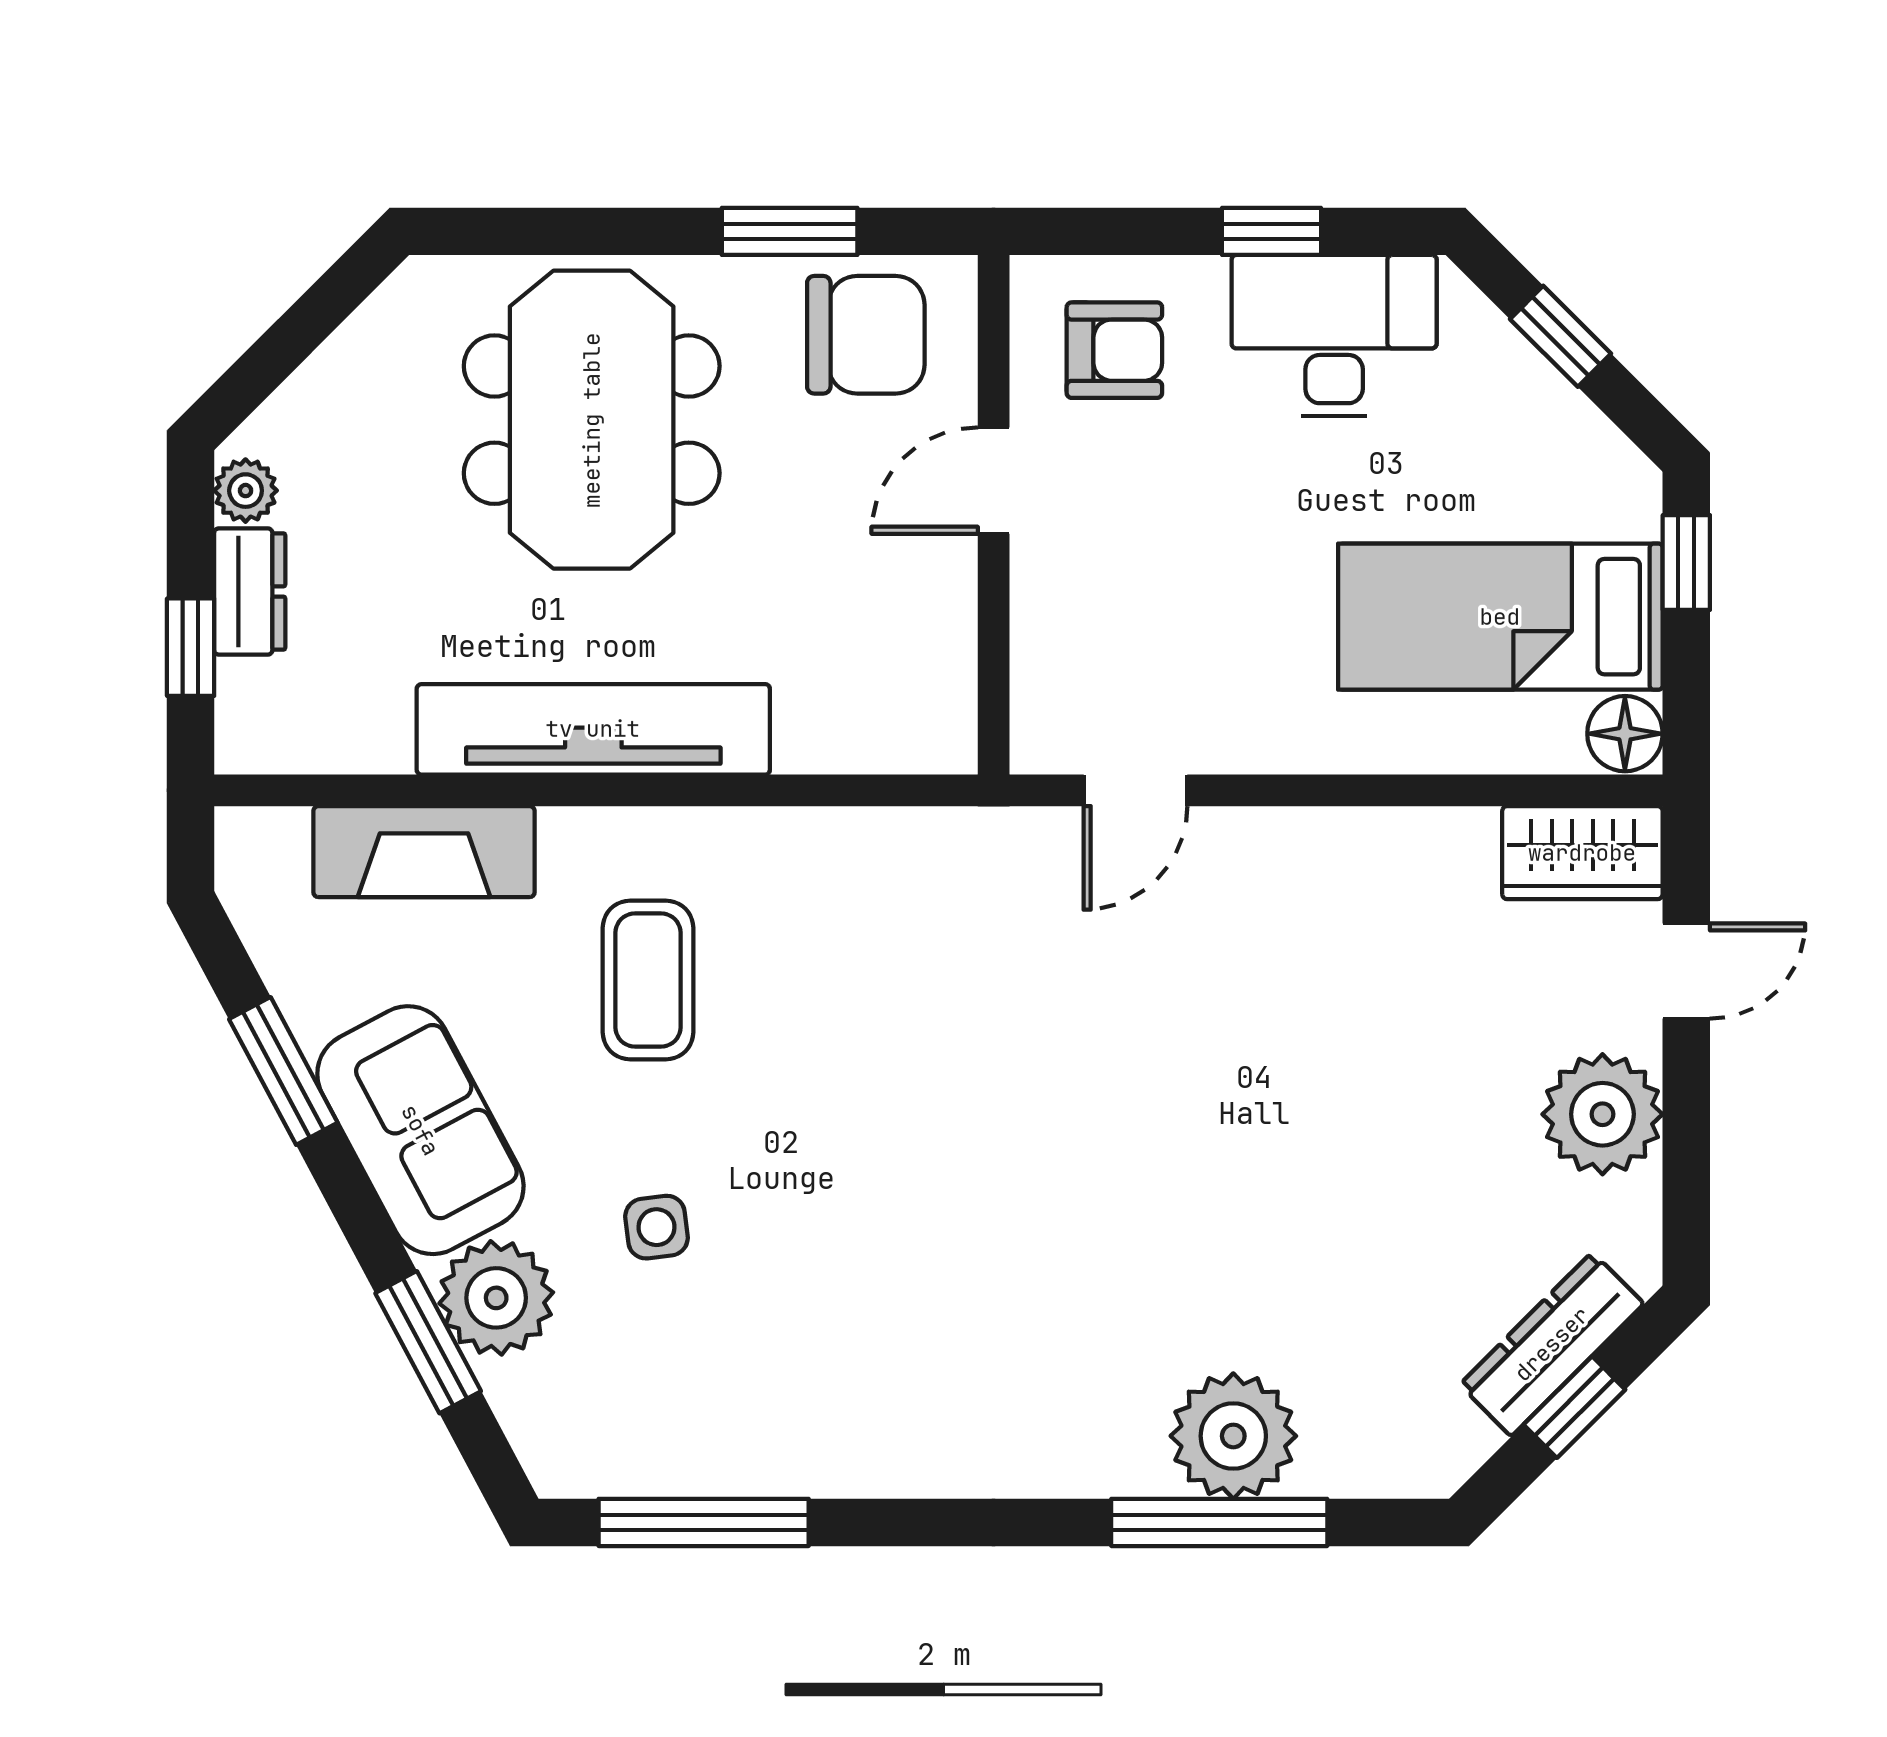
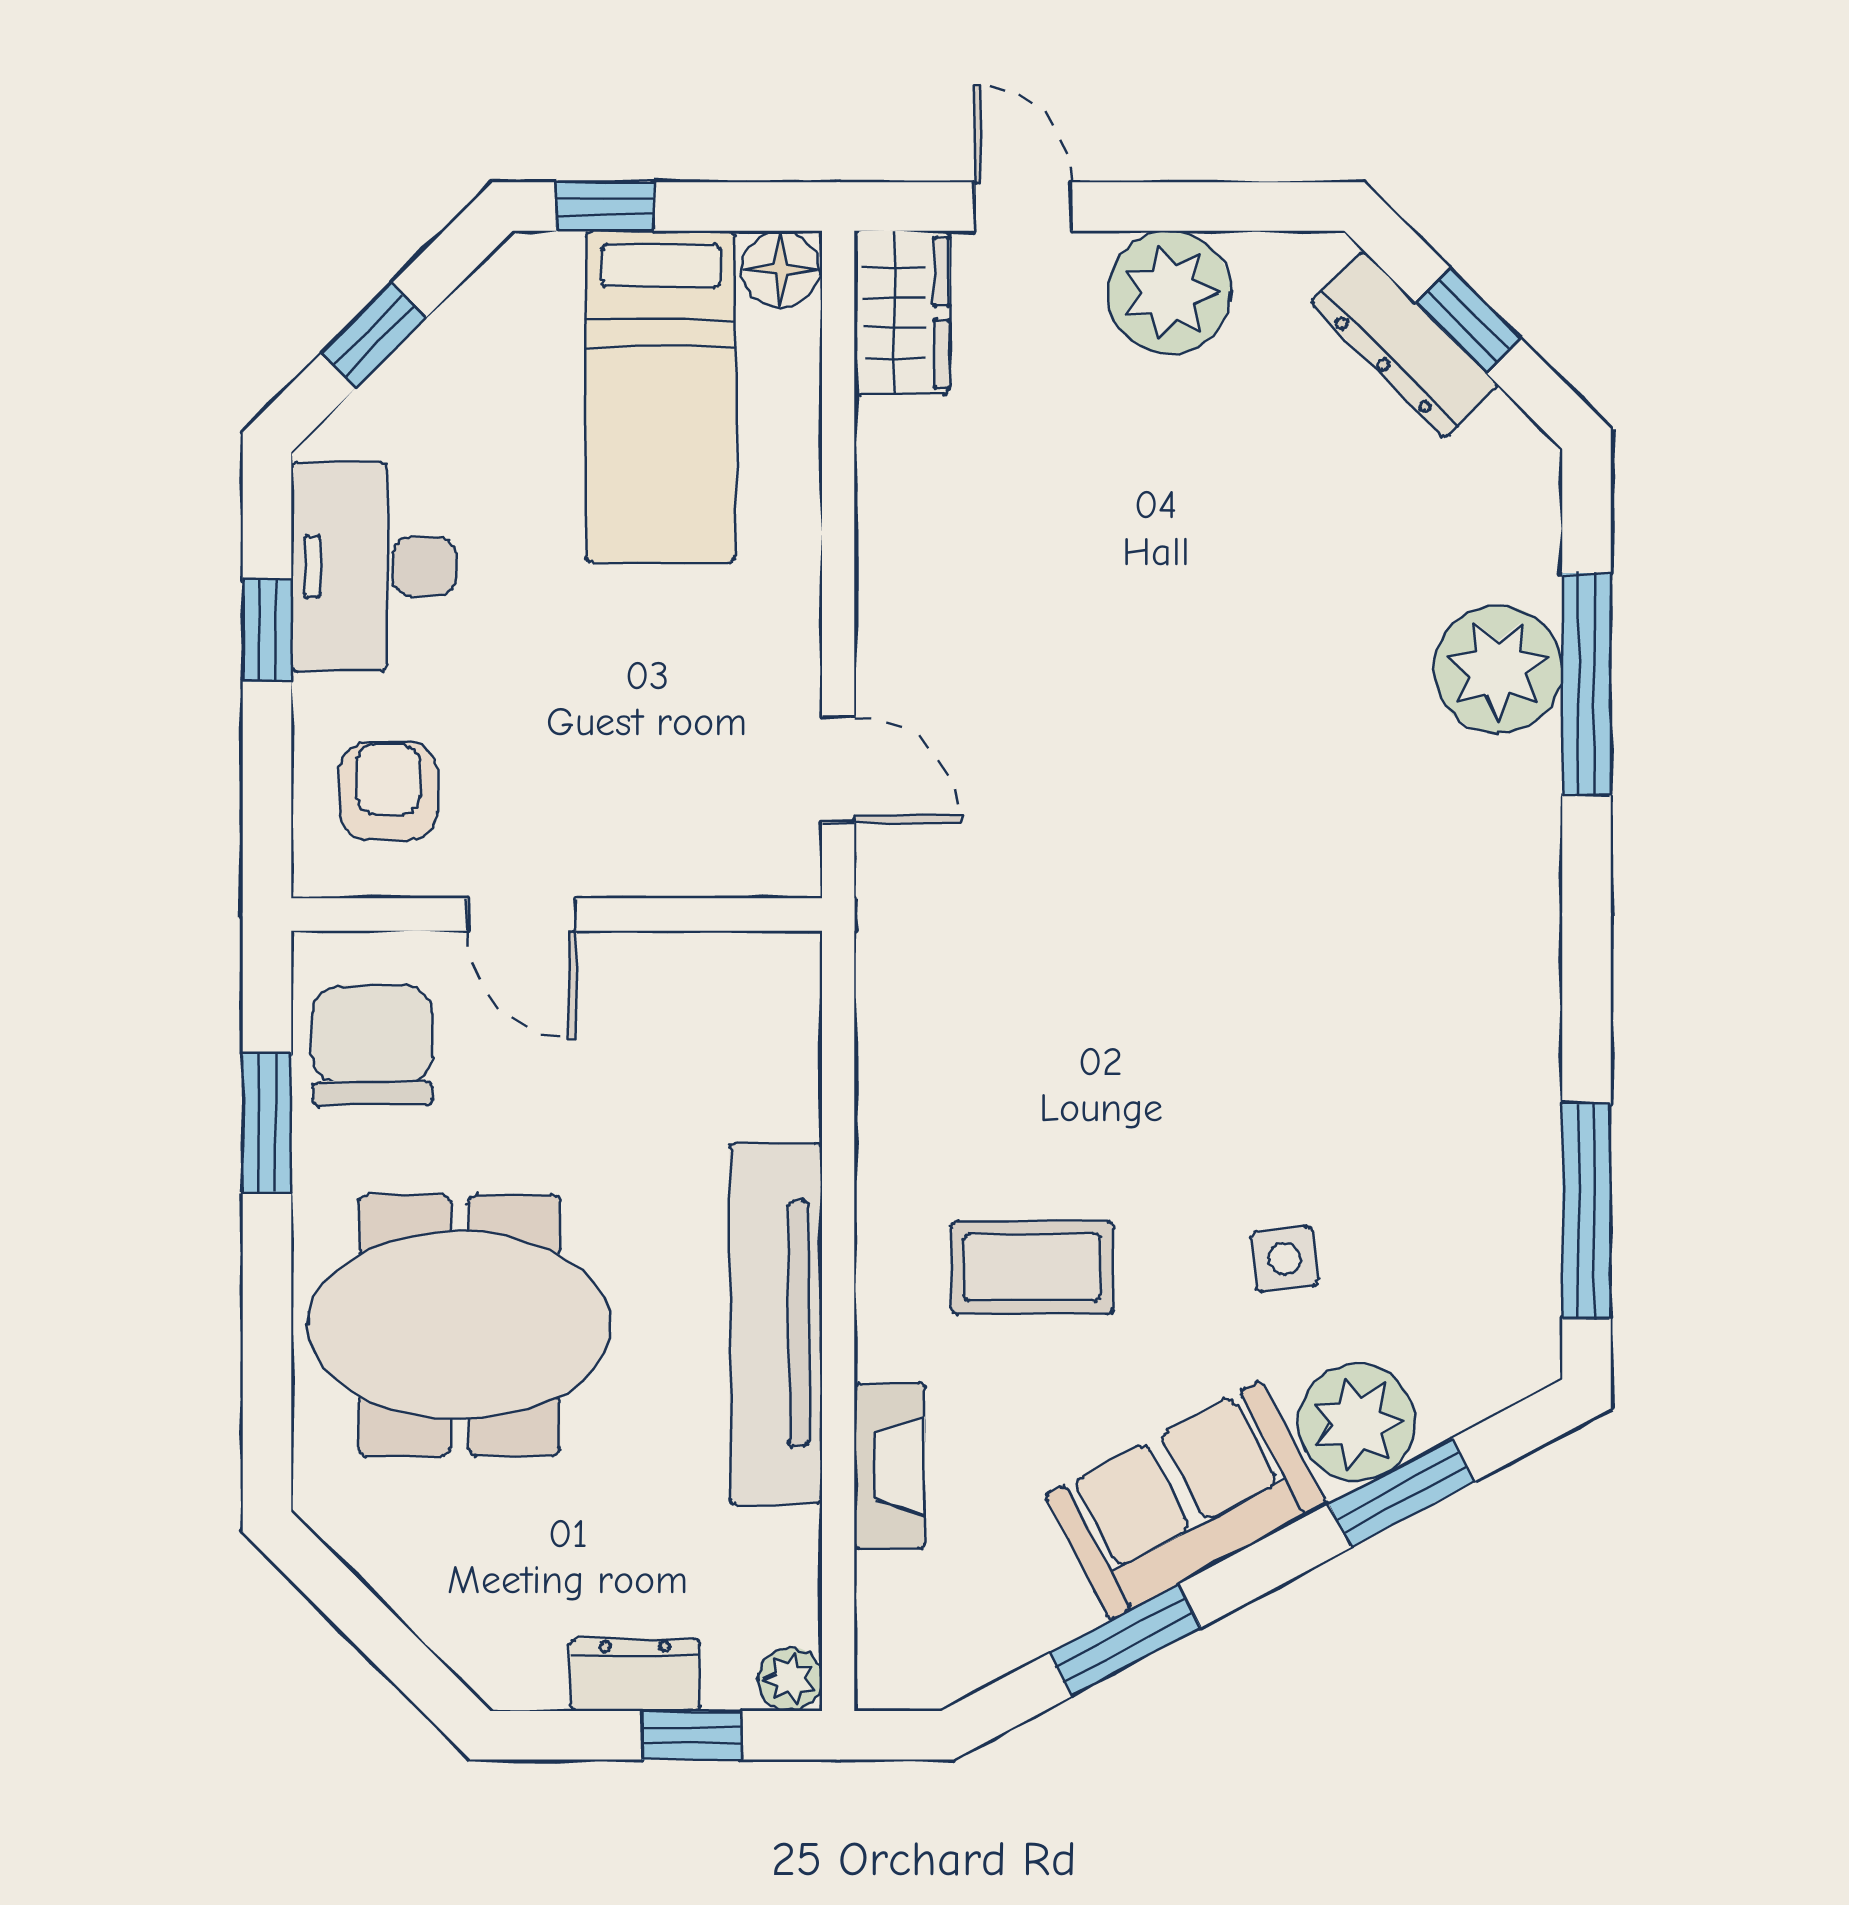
plant: (246, 491) -> (790, 1679), moved
fireplace: (424, 852) -> (890, 1466), width x0.73, depth x0.76

